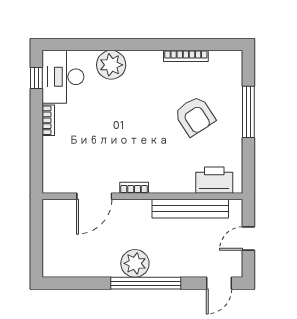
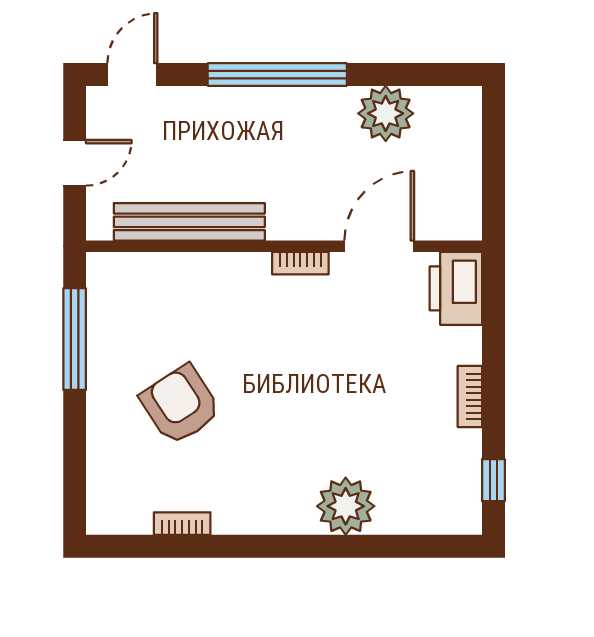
bookcase: (186, 56) -> (182, 524), width x0.64
desk: (63, 77) -> (441, 482), removed
window: (248, 112) -> (75, 339), moved
printer: (214, 180) -> (456, 288), moved, turned 90
plant: (135, 263) -> (386, 113), moved

